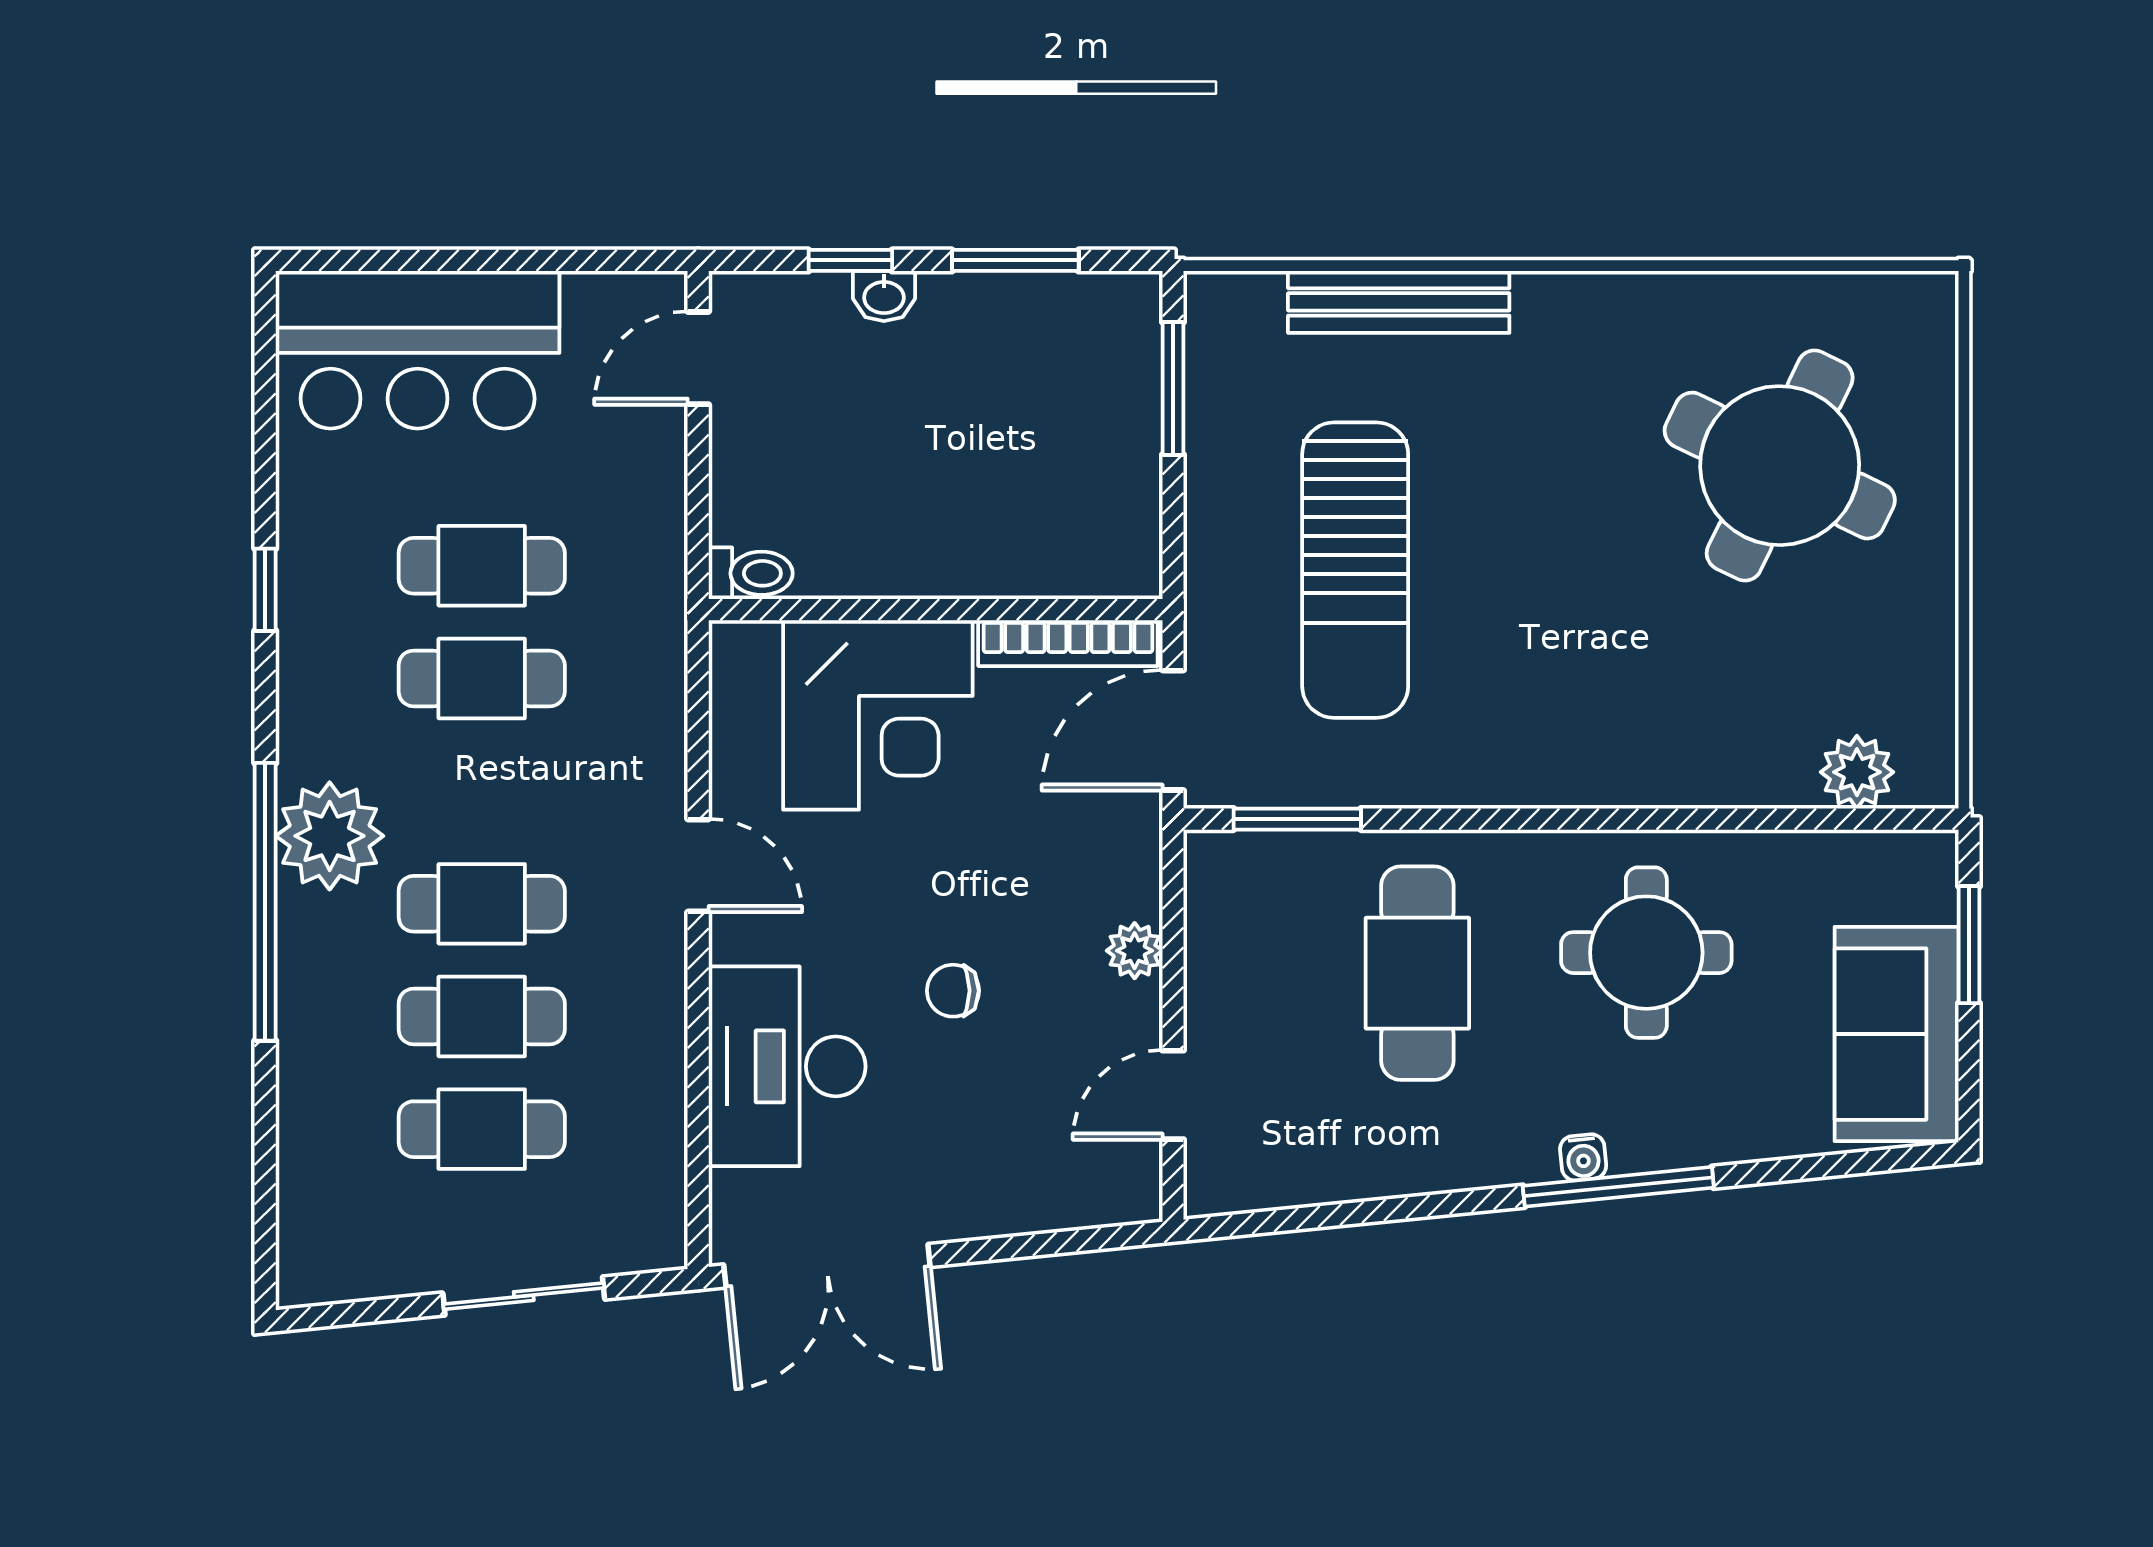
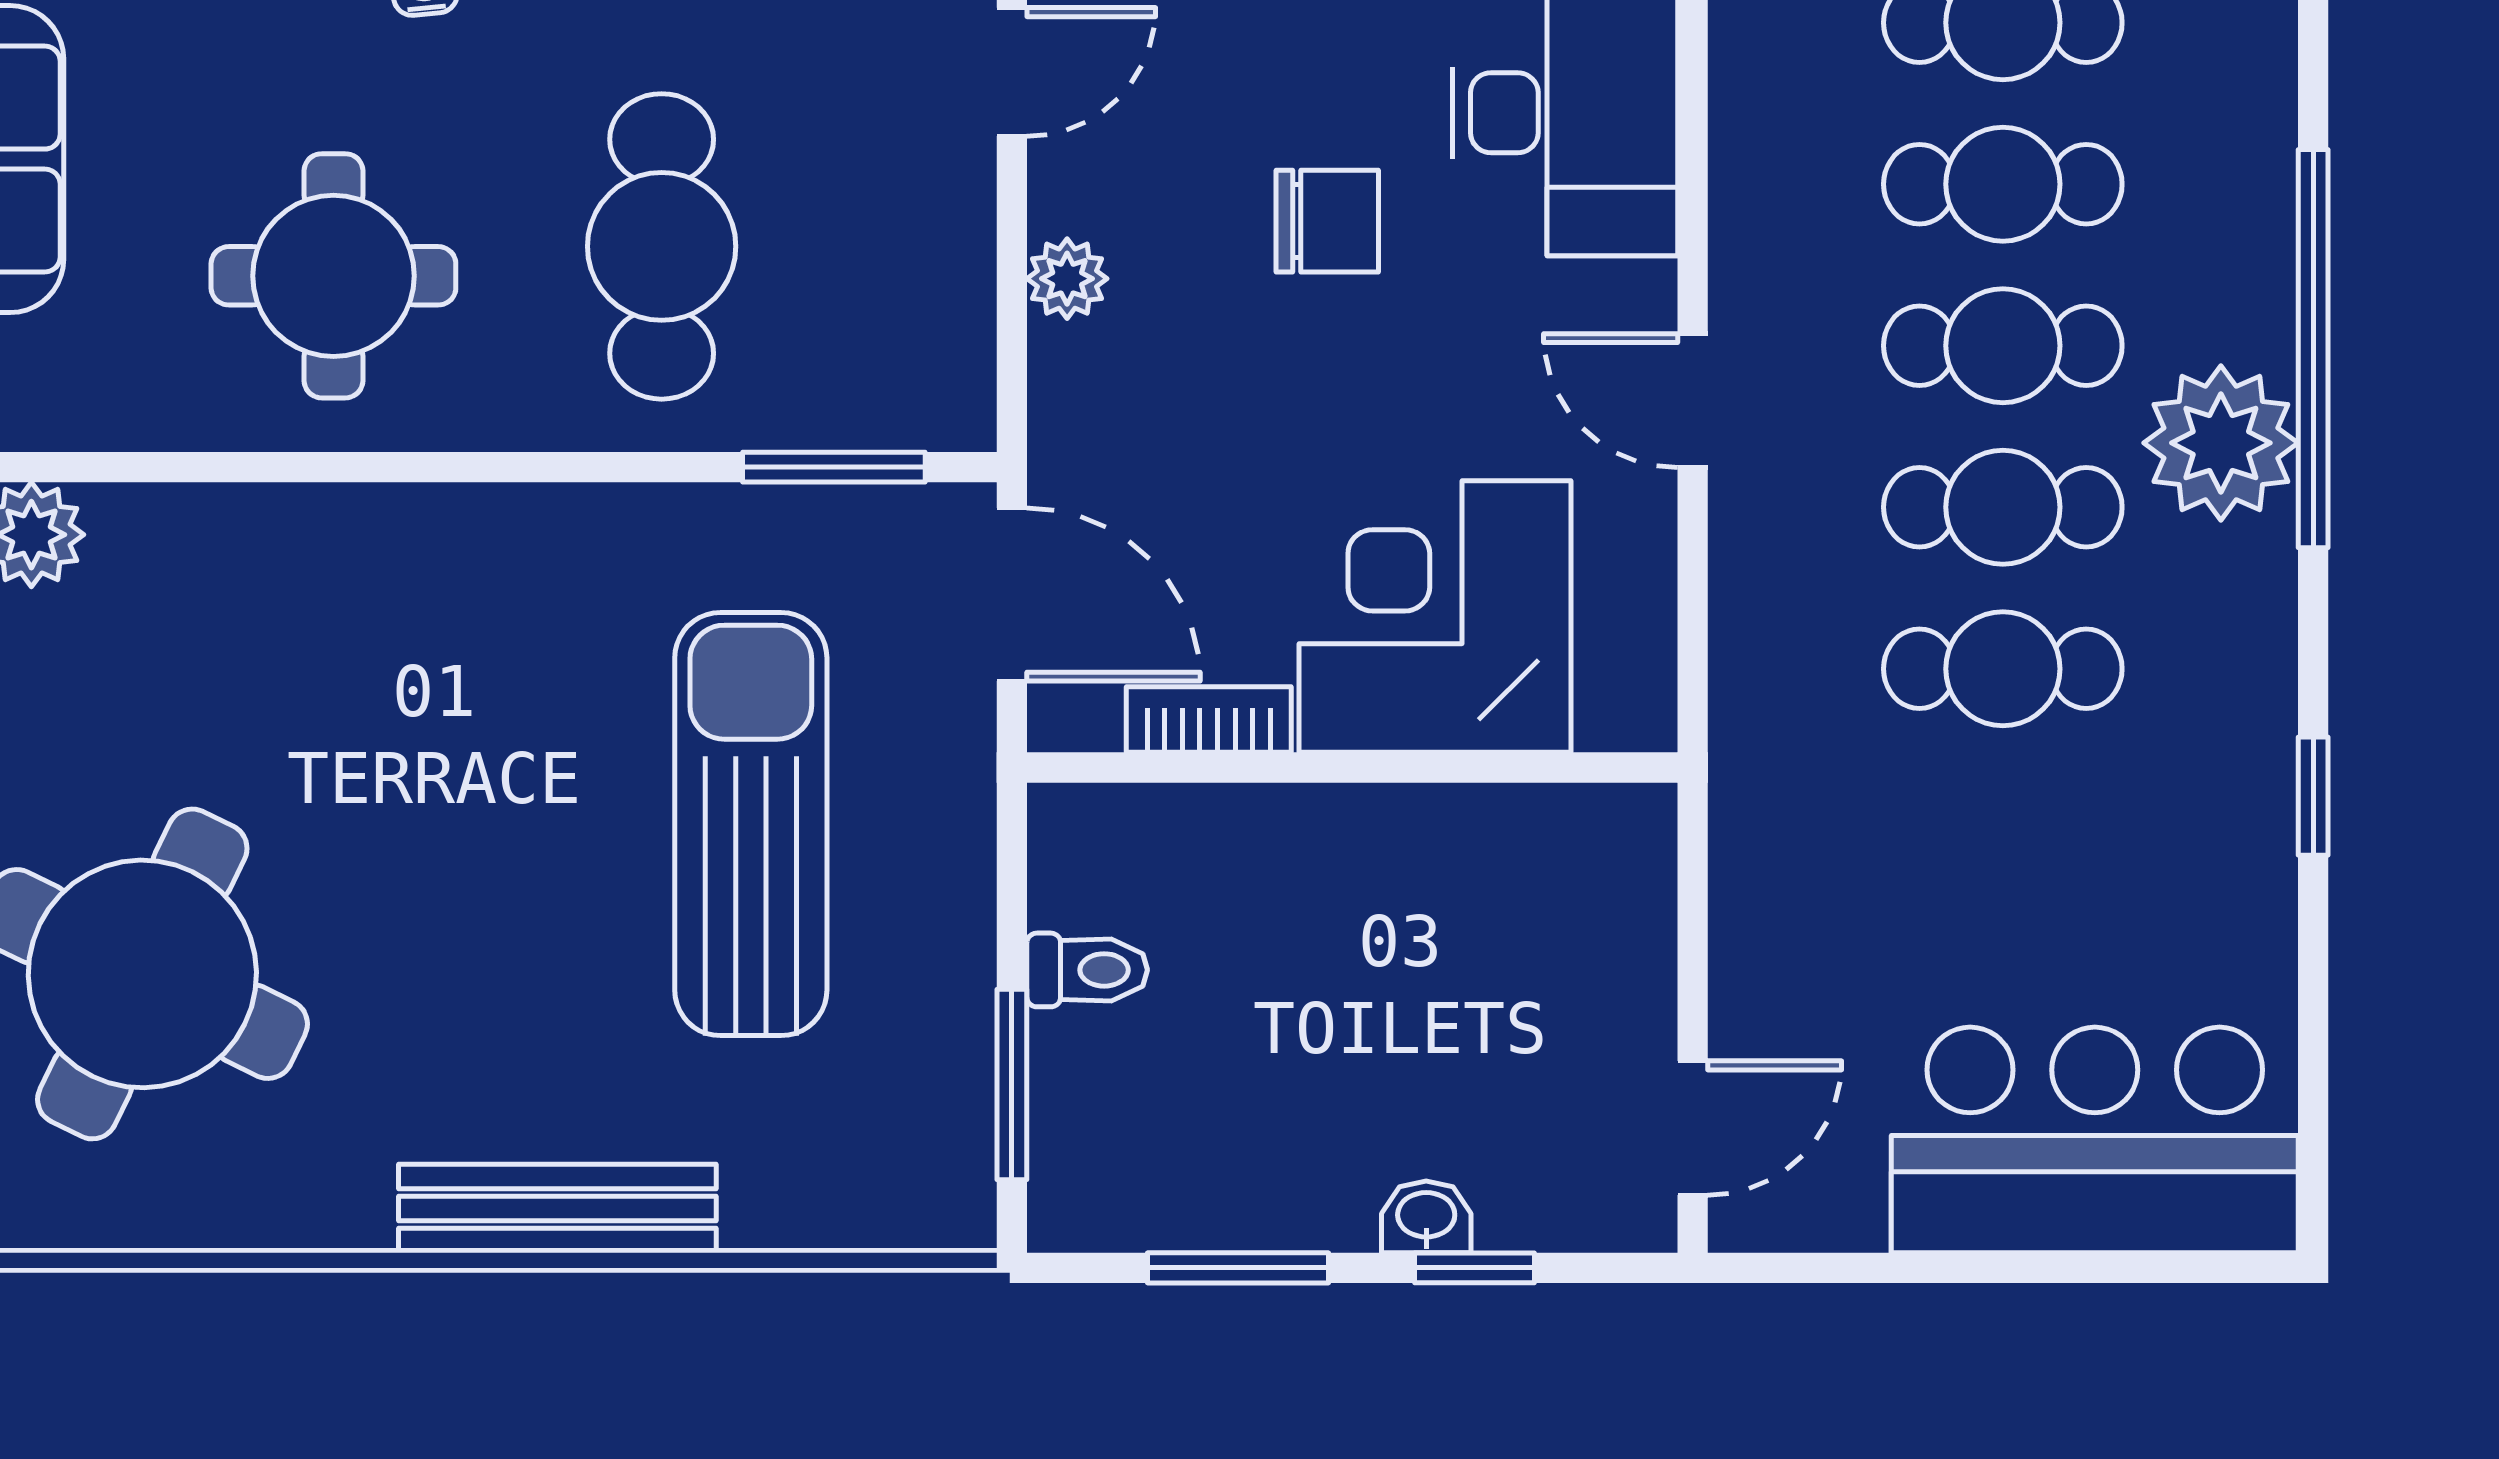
bench: (1399, 302) -> (557, 1208), moved
cafe table: (482, 566) -> (2003, 507), moved
toilet: (751, 573) -> (1087, 970), moved, turned 180
bookcase: (1068, 643) -> (1209, 720), width x0.64
door: (1173, 730) -> (1012, 595), hinge flipped
chair: (953, 991) -> (1327, 221), width x1.37, depth x1.37

